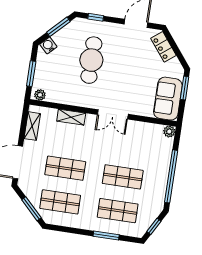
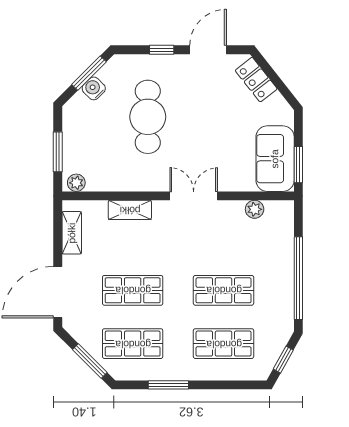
window: (96, 17) -> (162, 50), moved
water cooler: (48, 45) -> (94, 88), moved
window: (185, 88) -> (298, 165), moved
double door: (113, 114) -> (194, 196), swing flipped
plant: (169, 132) -> (255, 209), moved
window: (106, 236) -> (168, 385), moved

